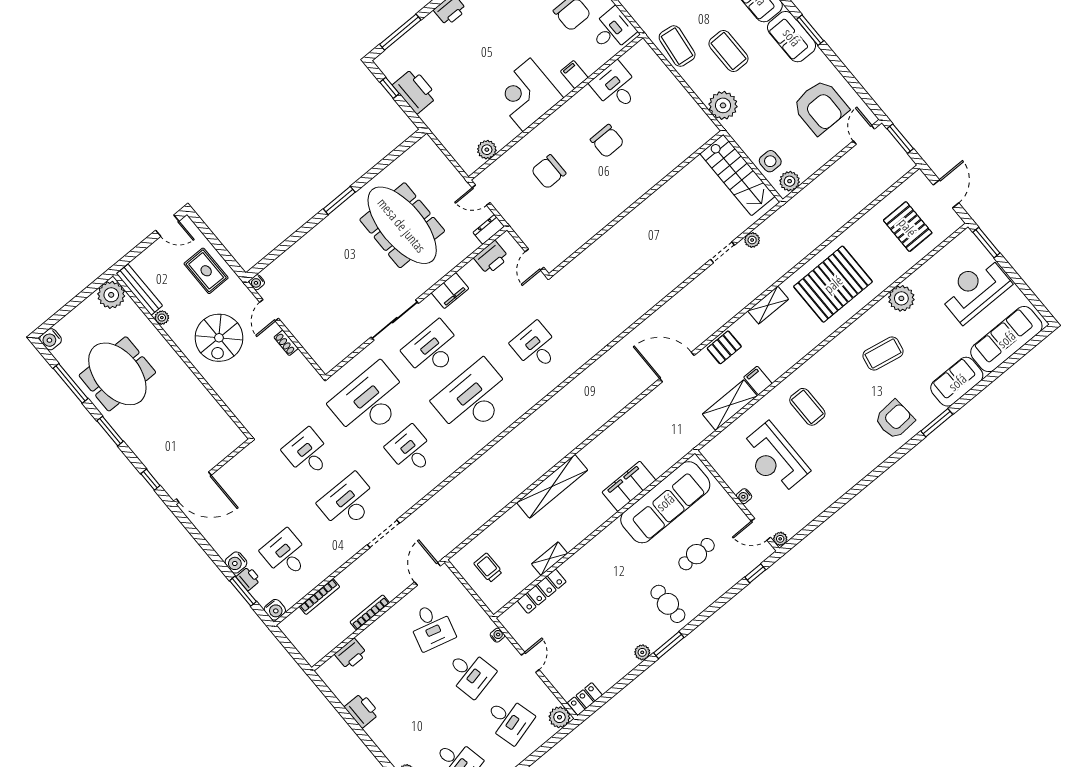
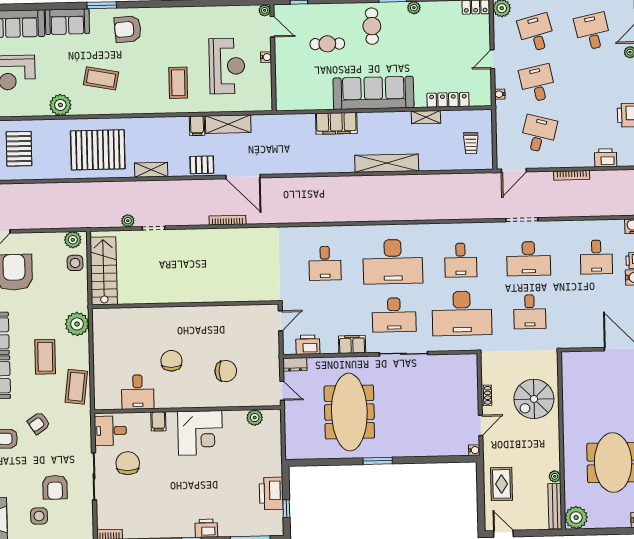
spiral stairs: (219, 338) -> (534, 399), moved, turned 180
sofa: (665, 502) -> (373, 93), moved
bookcase: (319, 597) -> (228, 220), moved

